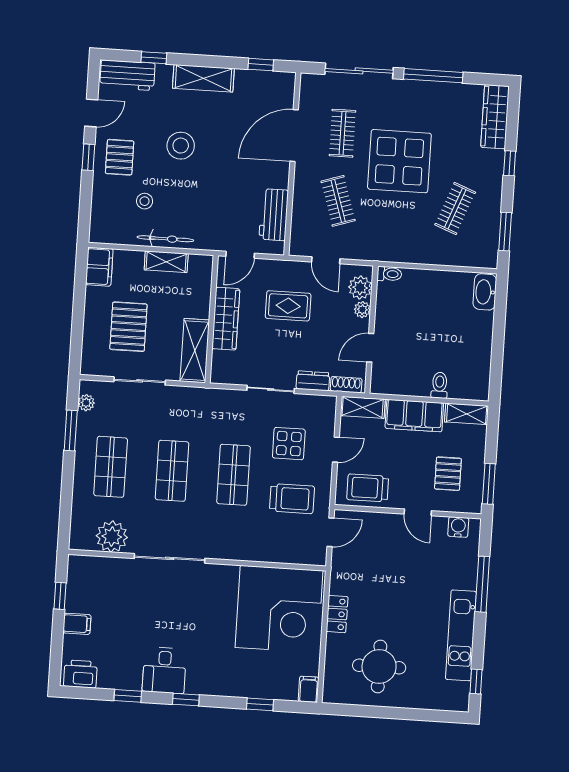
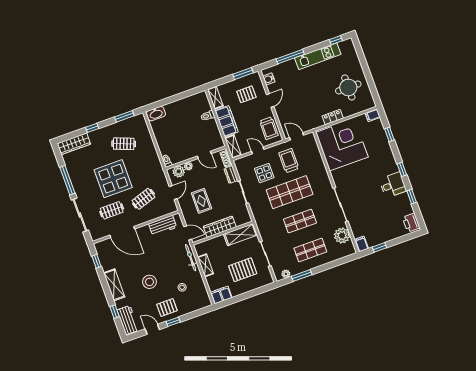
bicycle: (165, 239) -> (191, 258), moved
shop shelf: (234, 475) -> (290, 192), width x1.43, depth x1.36
filing cabinet: (77, 624) -> (362, 244), moved

